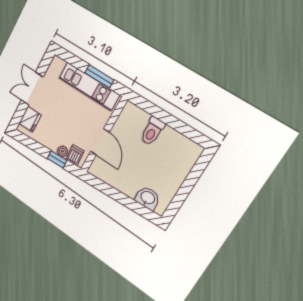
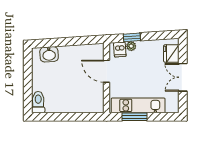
double door: (32, 89) -> (183, 77), swing flipped
toilet: (152, 131) -> (38, 102), moved

